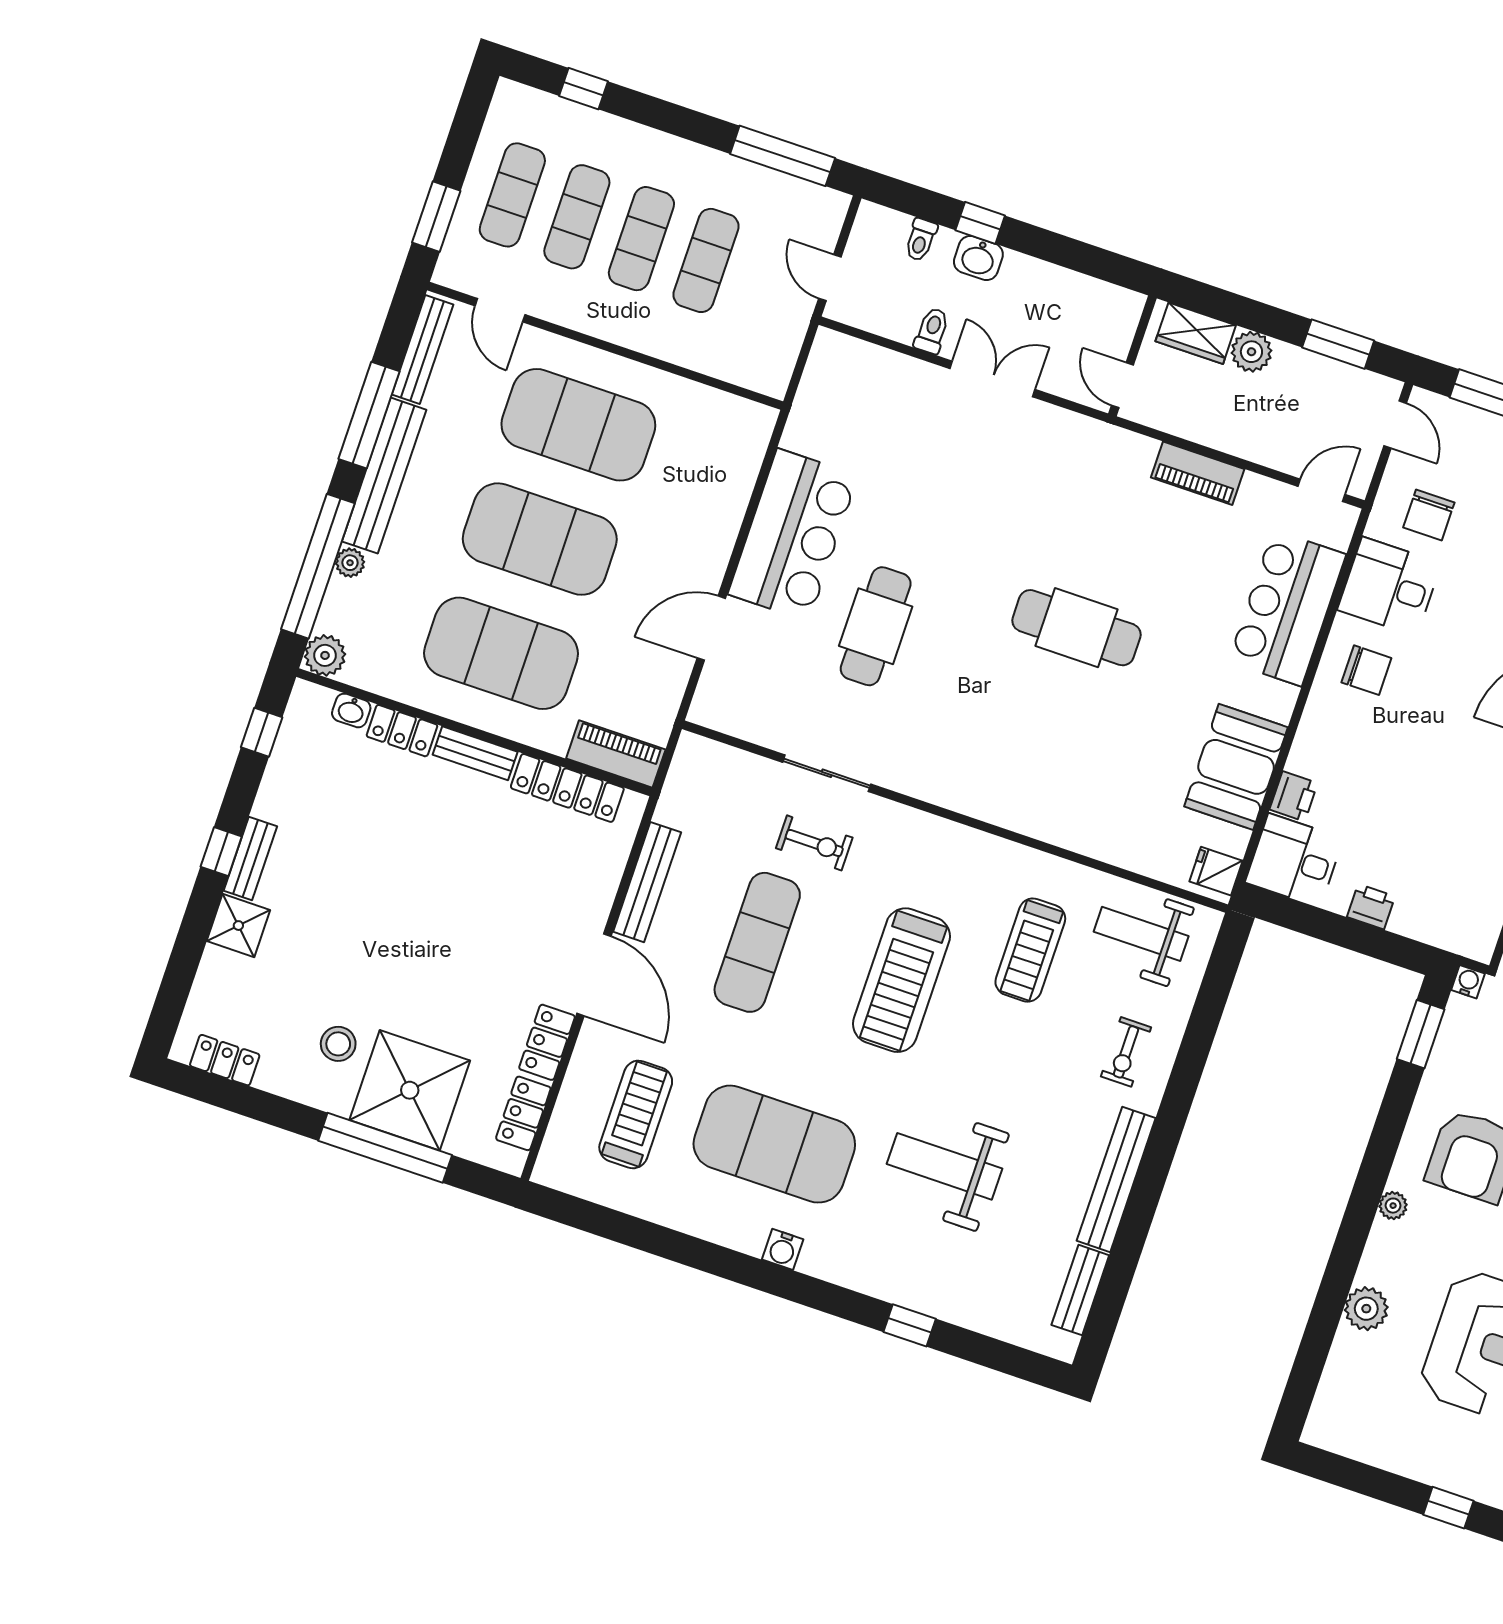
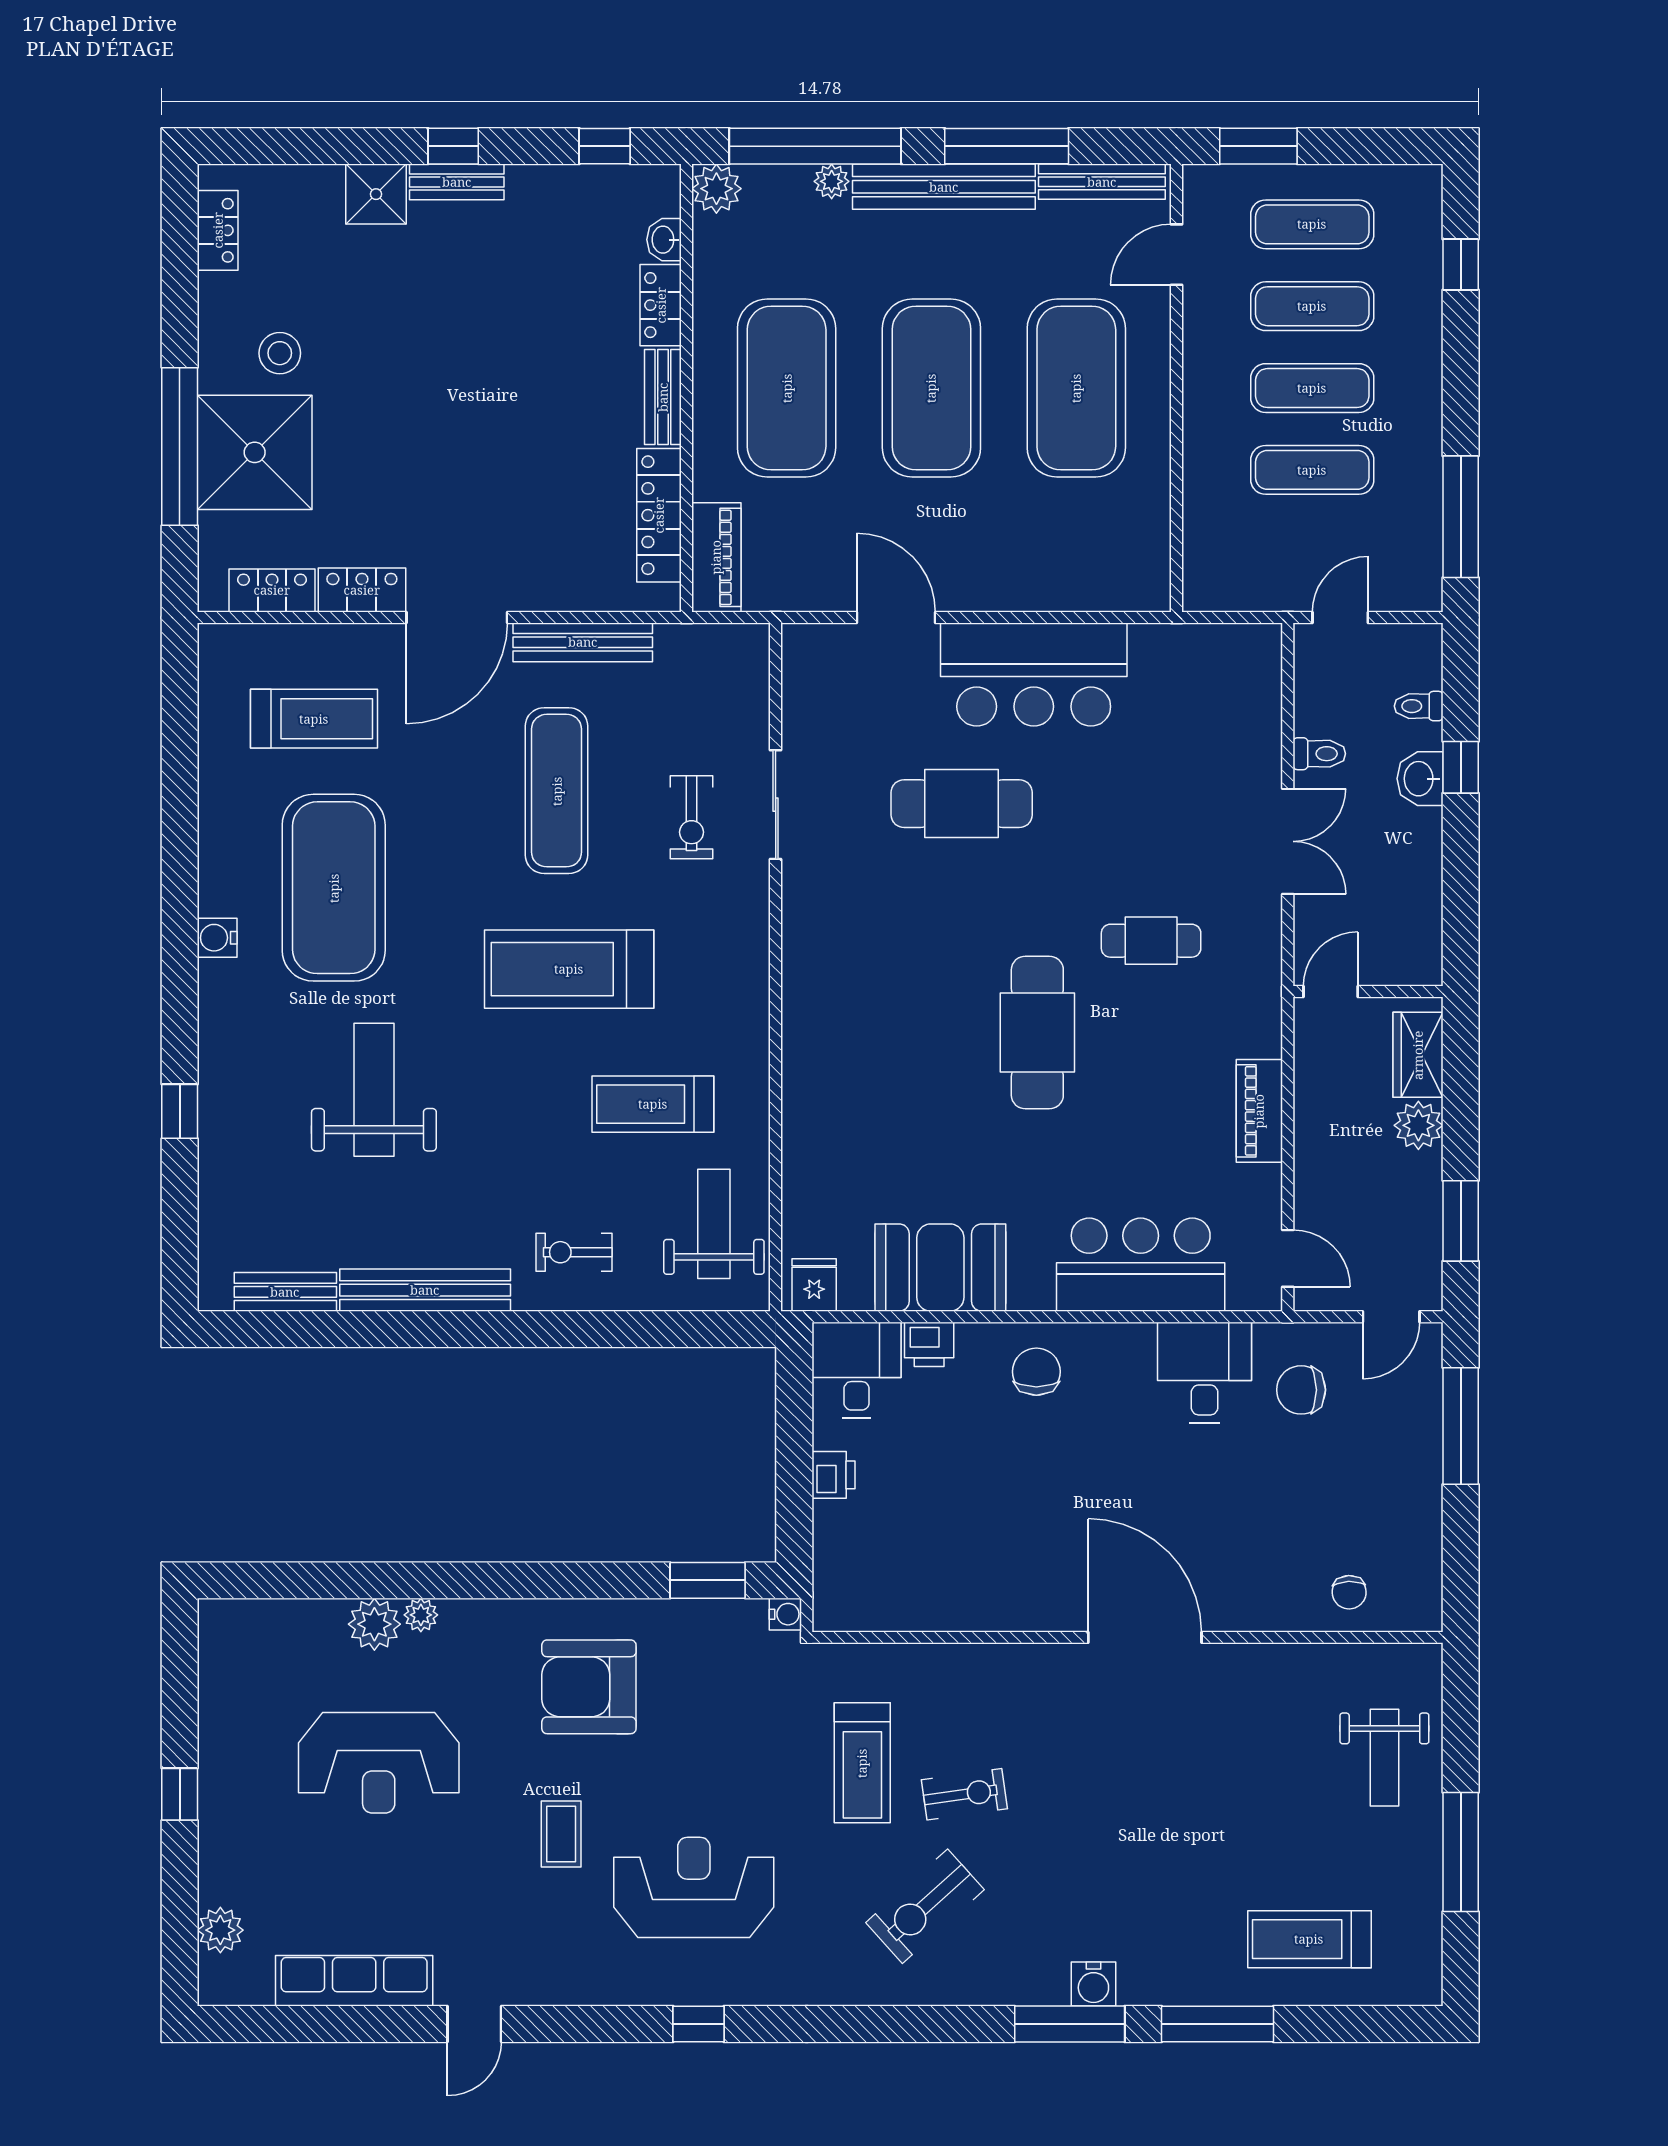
cafe table: (1034, 513) -> (1151, 941), added
chair: (1366, 670) -> (1036, 1372), moved, turned 180
exercise mat: (757, 942) -> (557, 791), turned 90
plant: (1393, 1206) -> (421, 1615), moved

